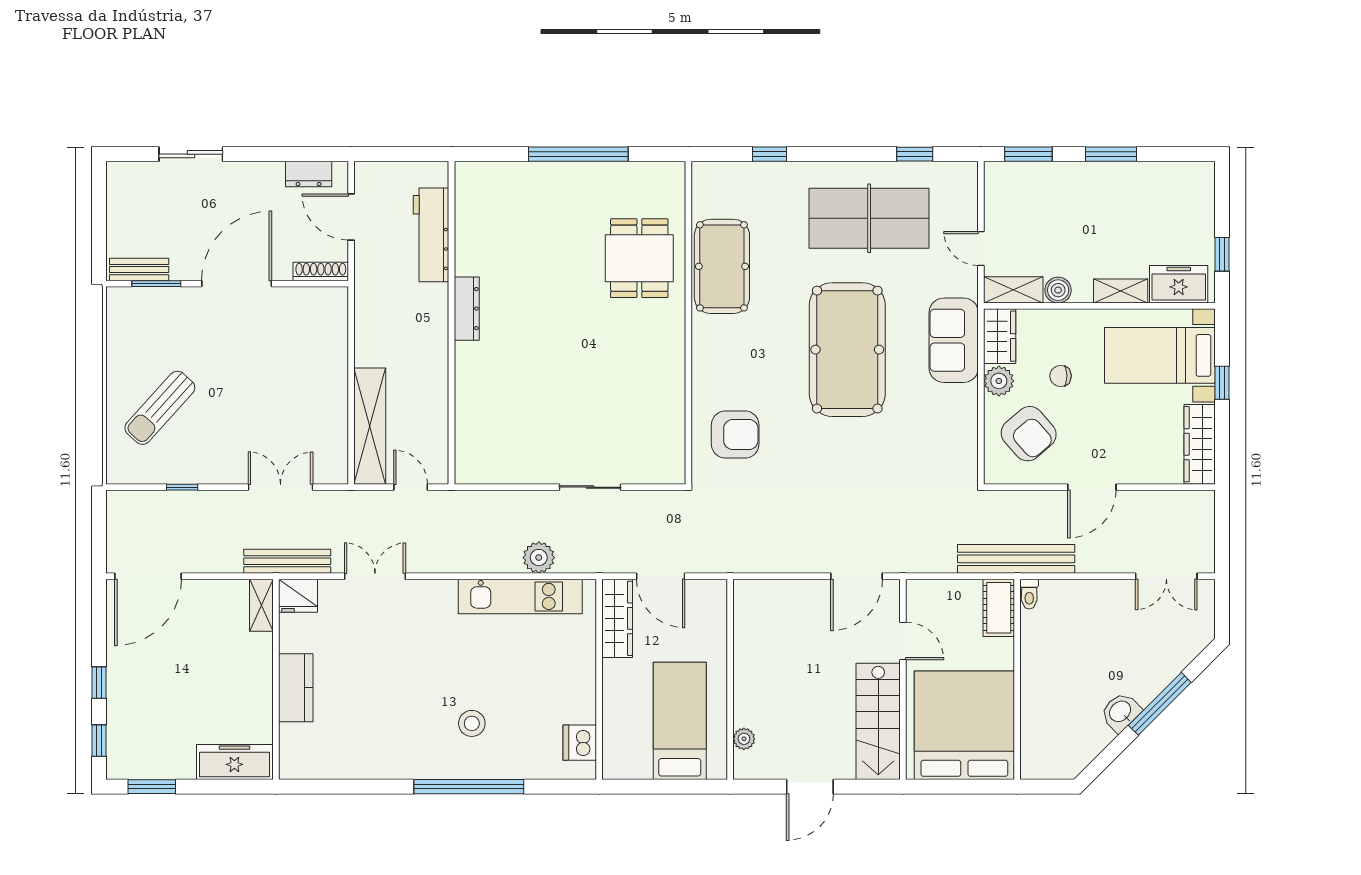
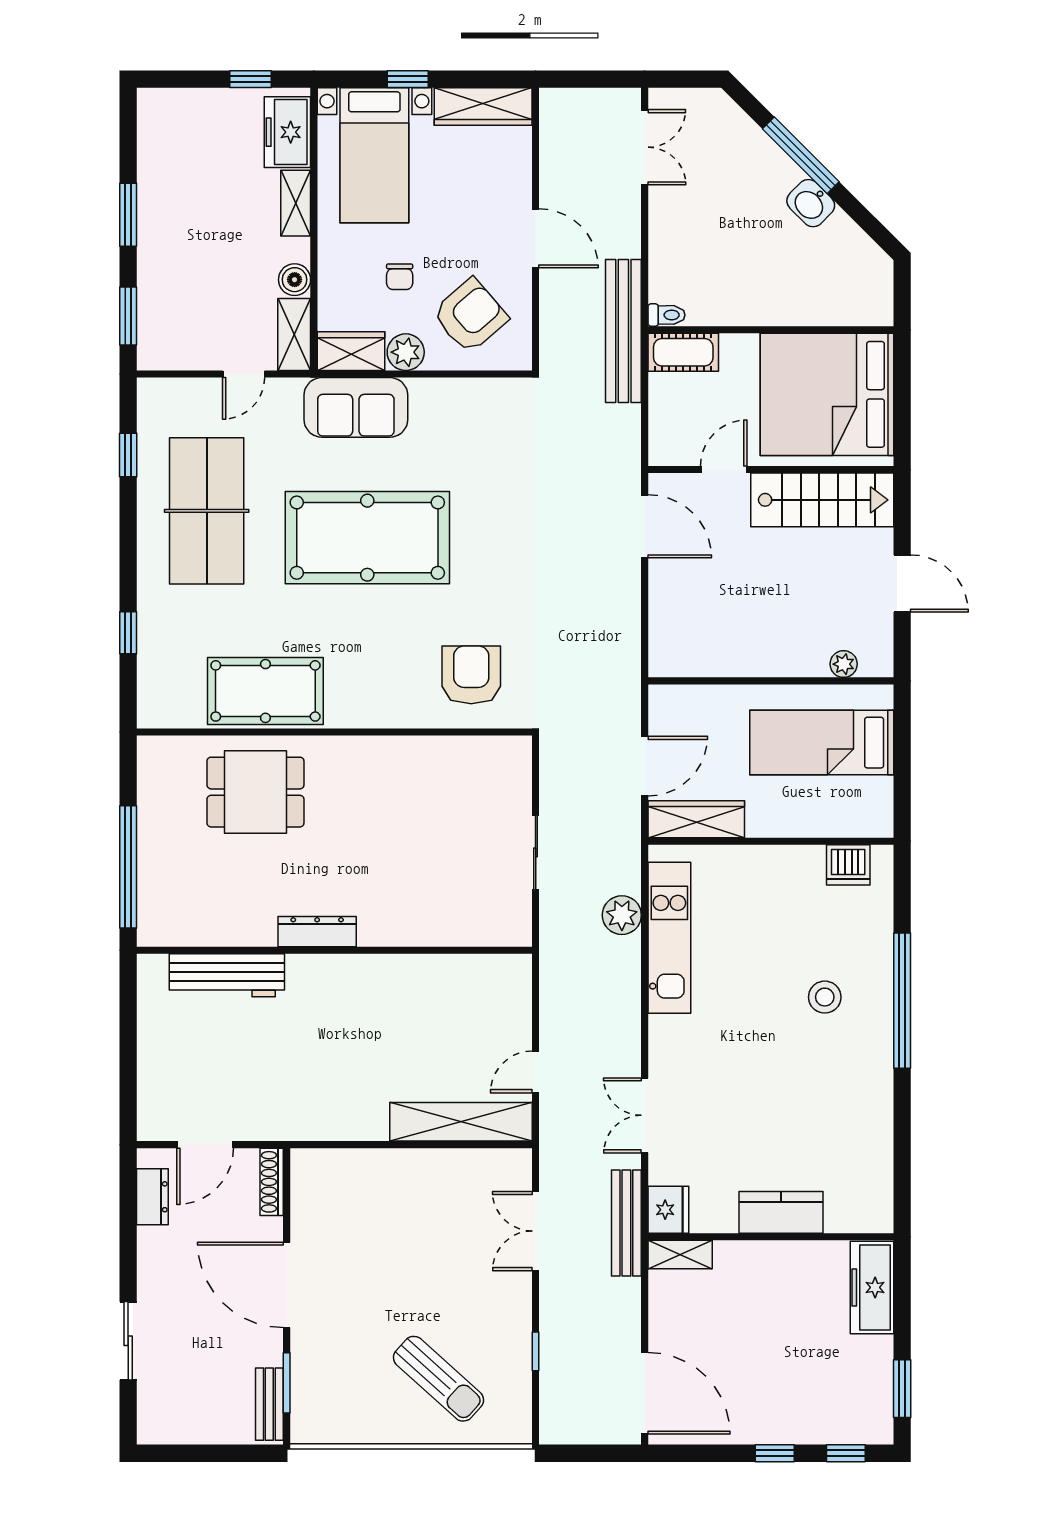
workbench: (431, 235) -> (227, 975), moved
dresser: (467, 309) -> (317, 932), moved
wall: (452, 323) -> (334, 950), moved

